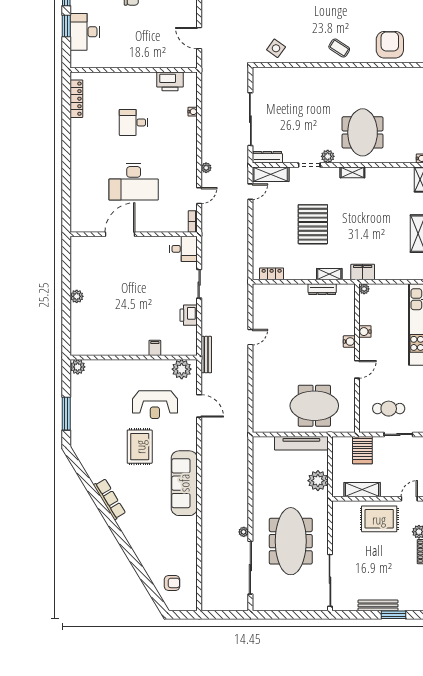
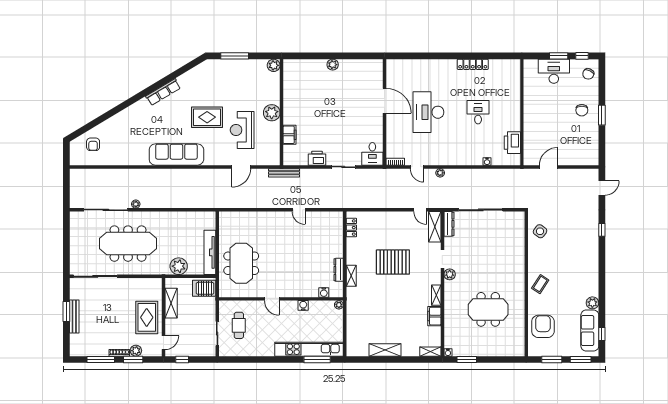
armchair: (390, 45) -> (543, 326), turned -90
locker: (76, 99) -> (473, 64), moved
meeting table: (363, 132) -> (488, 309), moved
filing cabinet: (363, 272) -> (434, 316), moved, turned 180
water cooler: (349, 342) -> (324, 292), moved
filing cabinet: (155, 348) -> (290, 135), width x2.00
plant: (182, 369) -> (272, 113), moved
server rack: (362, 450) -> (204, 288), moved
door: (409, 499) -> (164, 343), hinge flipped
window: (393, 615) -> (66, 311), moved

